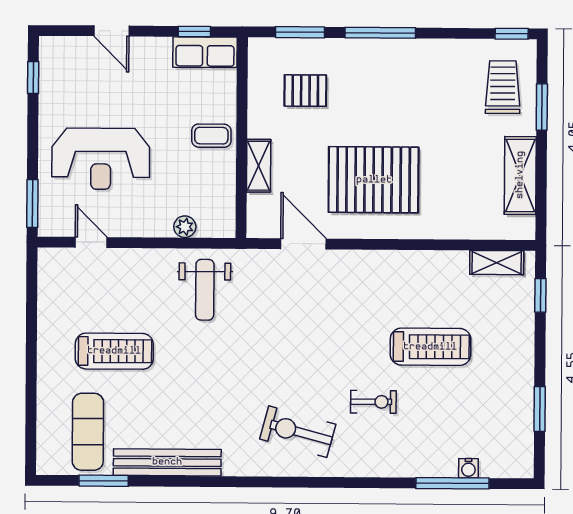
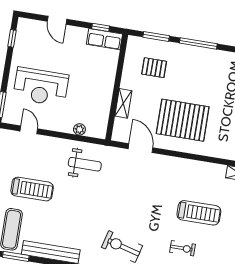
coffee table: (211, 136) -> (101, 84), removed
weight bench: (205, 290) -> (85, 164), turned -90
exercise bike: (373, 402) -> (182, 248), moved

